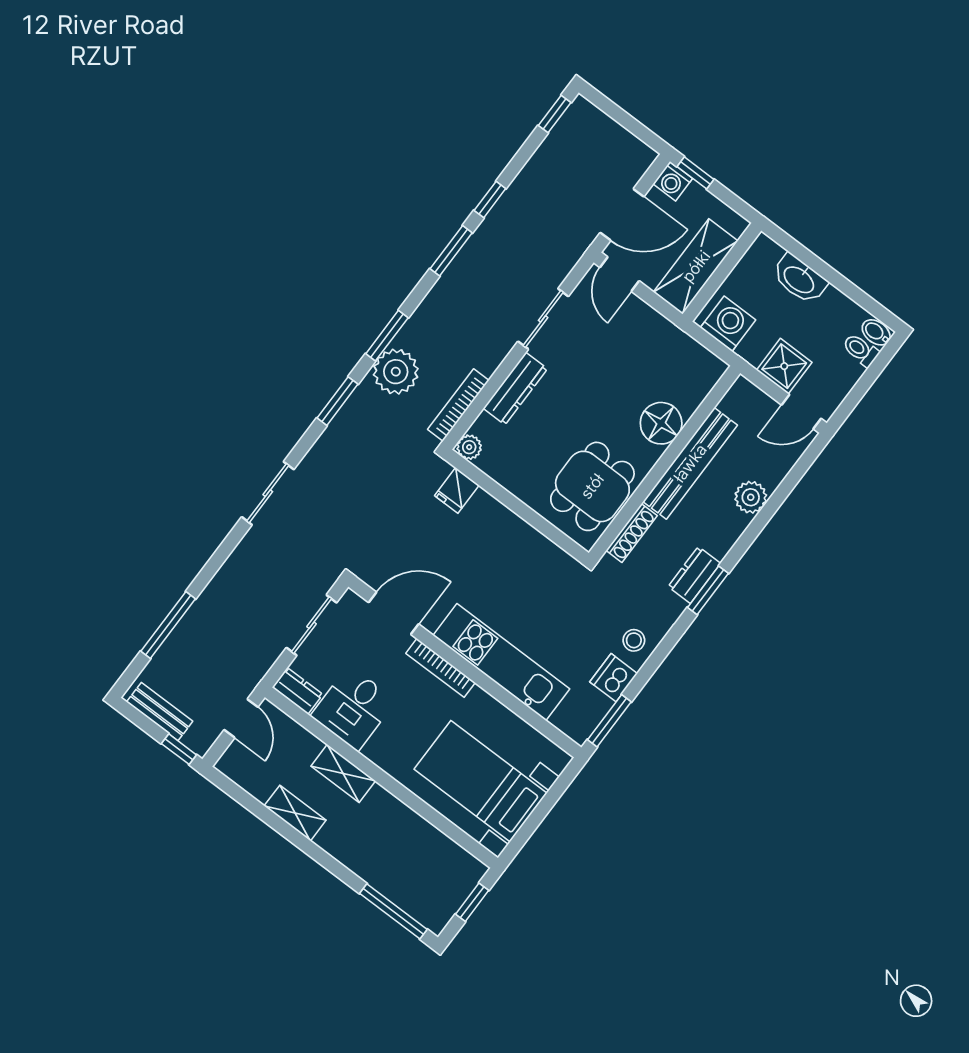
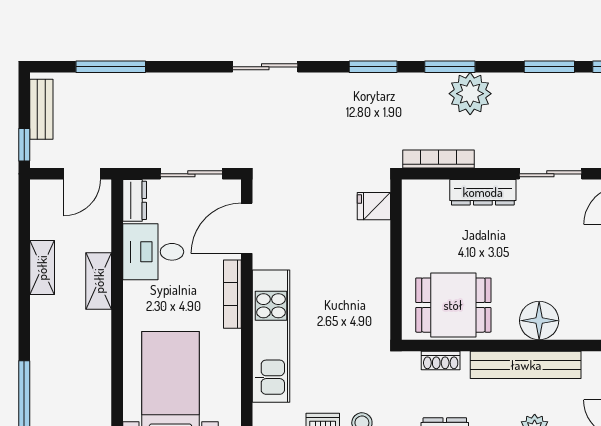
plant: (396, 372) -> (470, 94), moved
plant: (469, 447) -> (413, 191), removed
shoe rack: (632, 533) -> (441, 361), width x0.70
door: (394, 613) -> (247, 228), swing flipped

